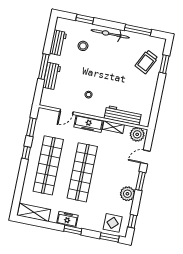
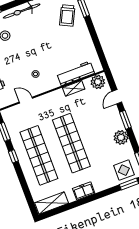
door: (67, 112) -> (26, 100), swing flipped
freezer: (89, 124) -> (51, 99), removed
window: (73, 230) -> (94, 197), removed

